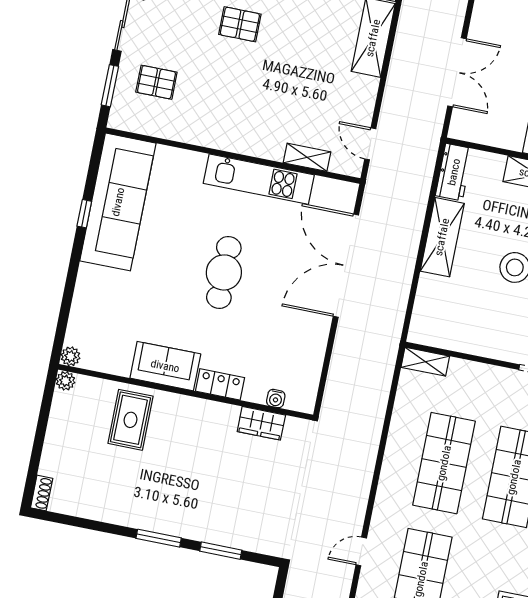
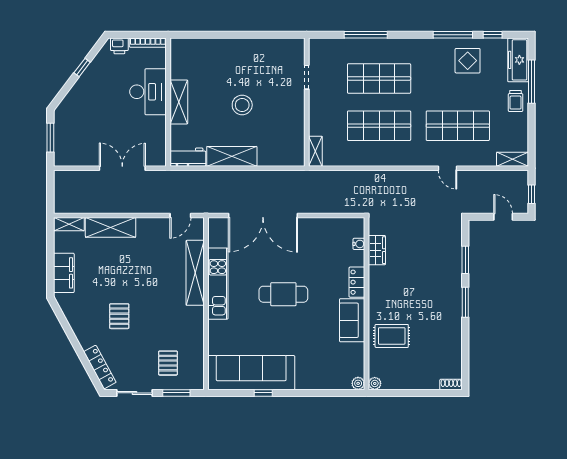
shelving: (307, 157) -> (195, 273), width x2.20, depth x1.33

